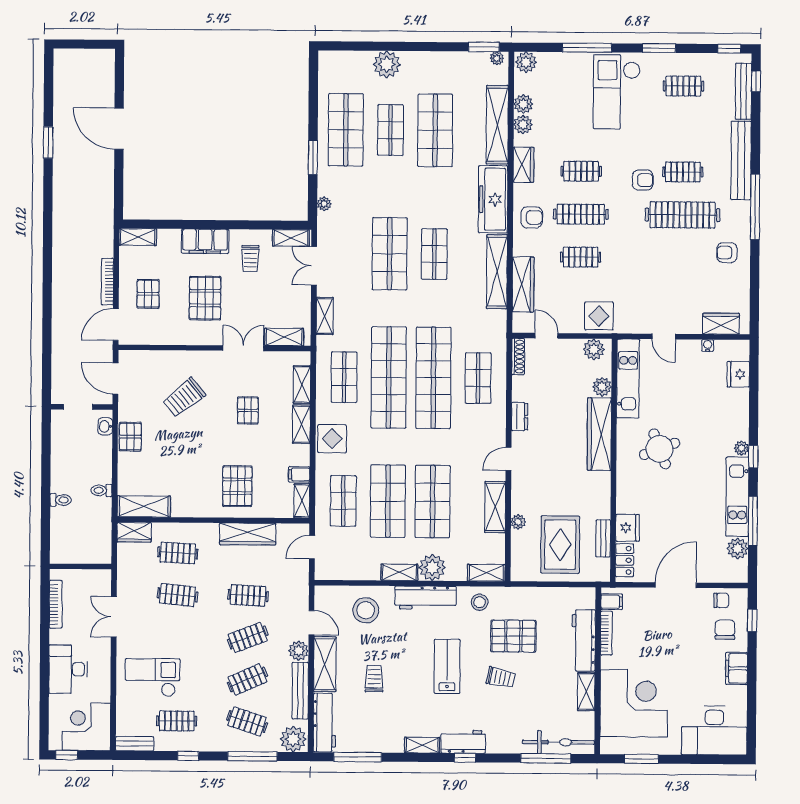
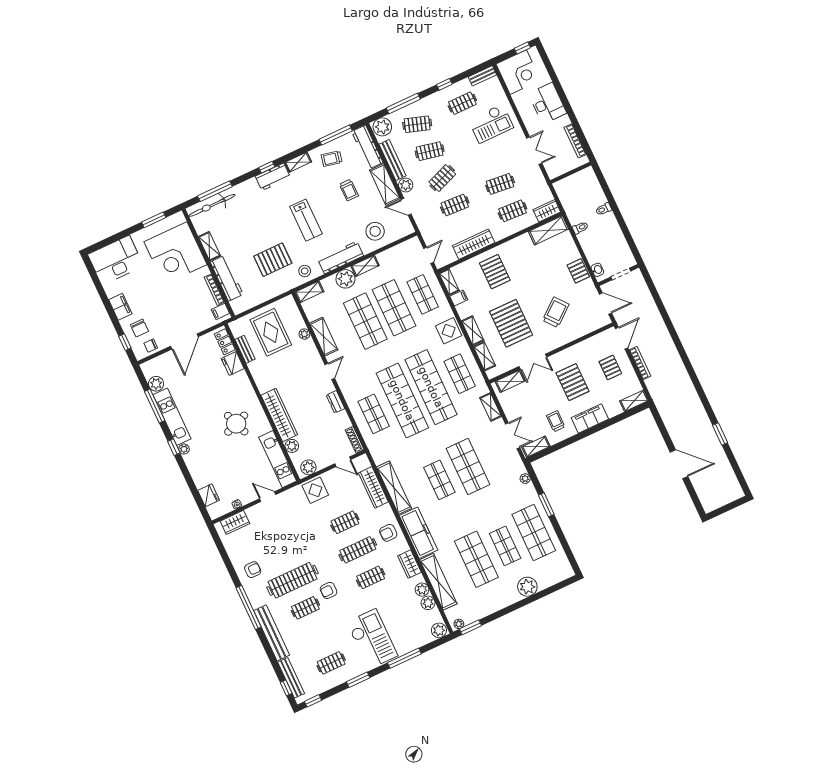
pallet: (248, 410) -> (511, 323), width x2.05, depth x2.00
trolley: (501, 678) -> (332, 159), moved
clothes rail: (247, 679) -> (430, 151), turned 36

